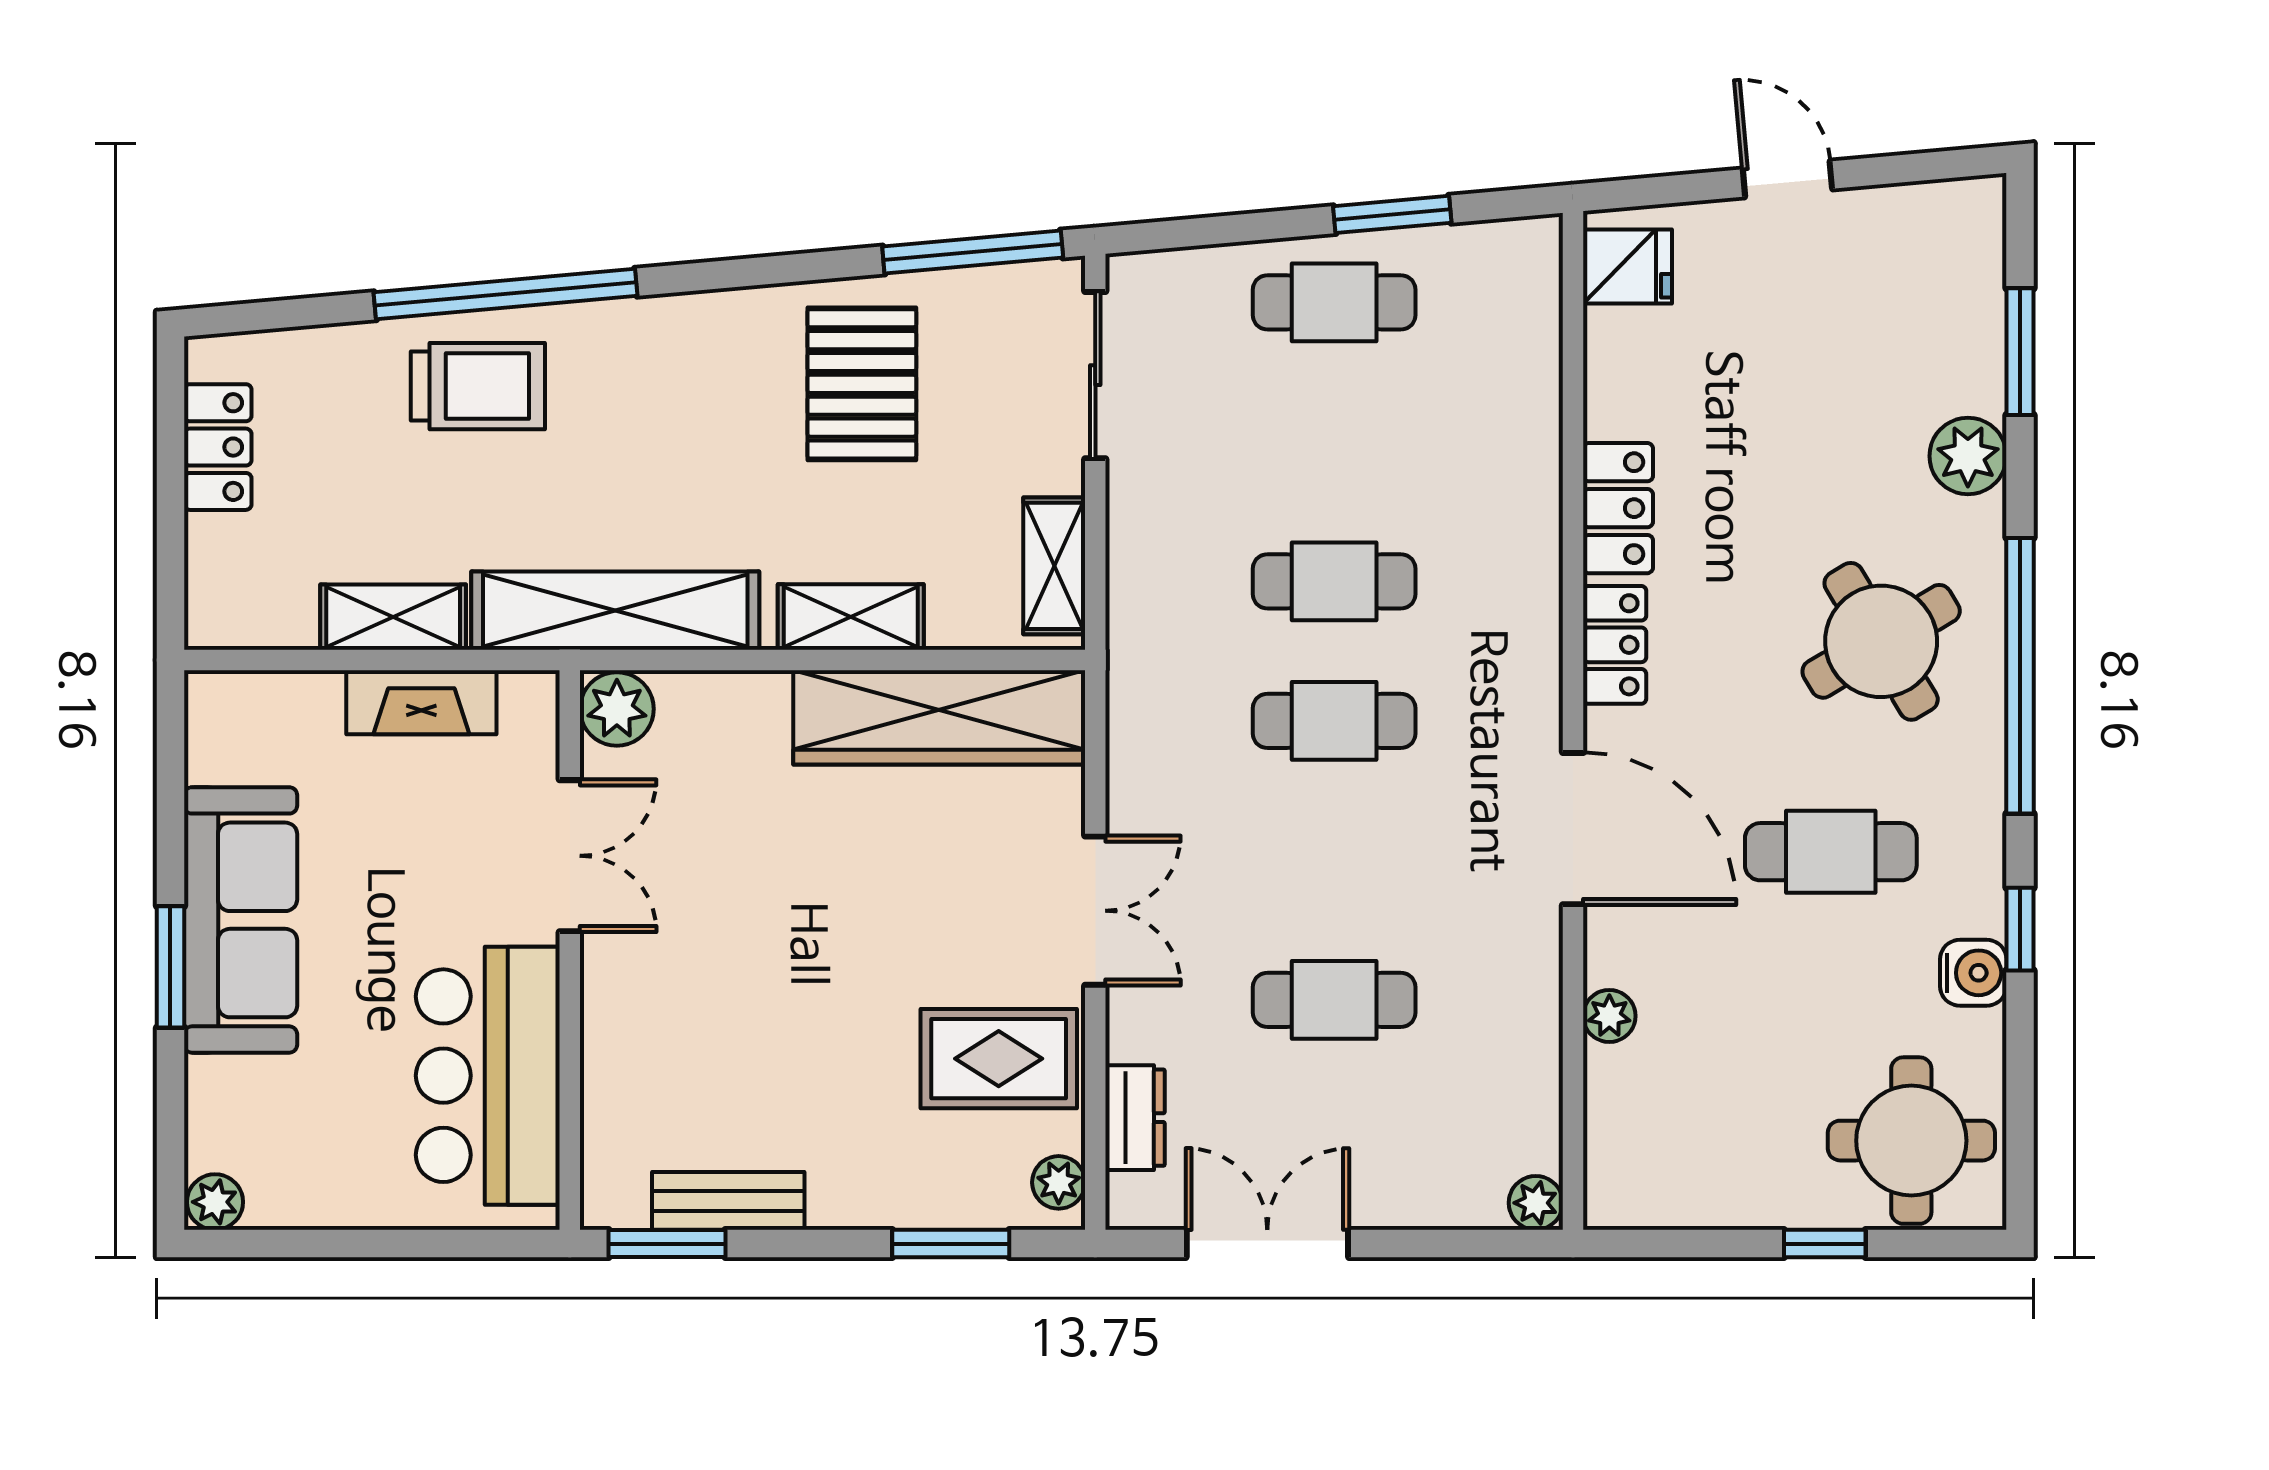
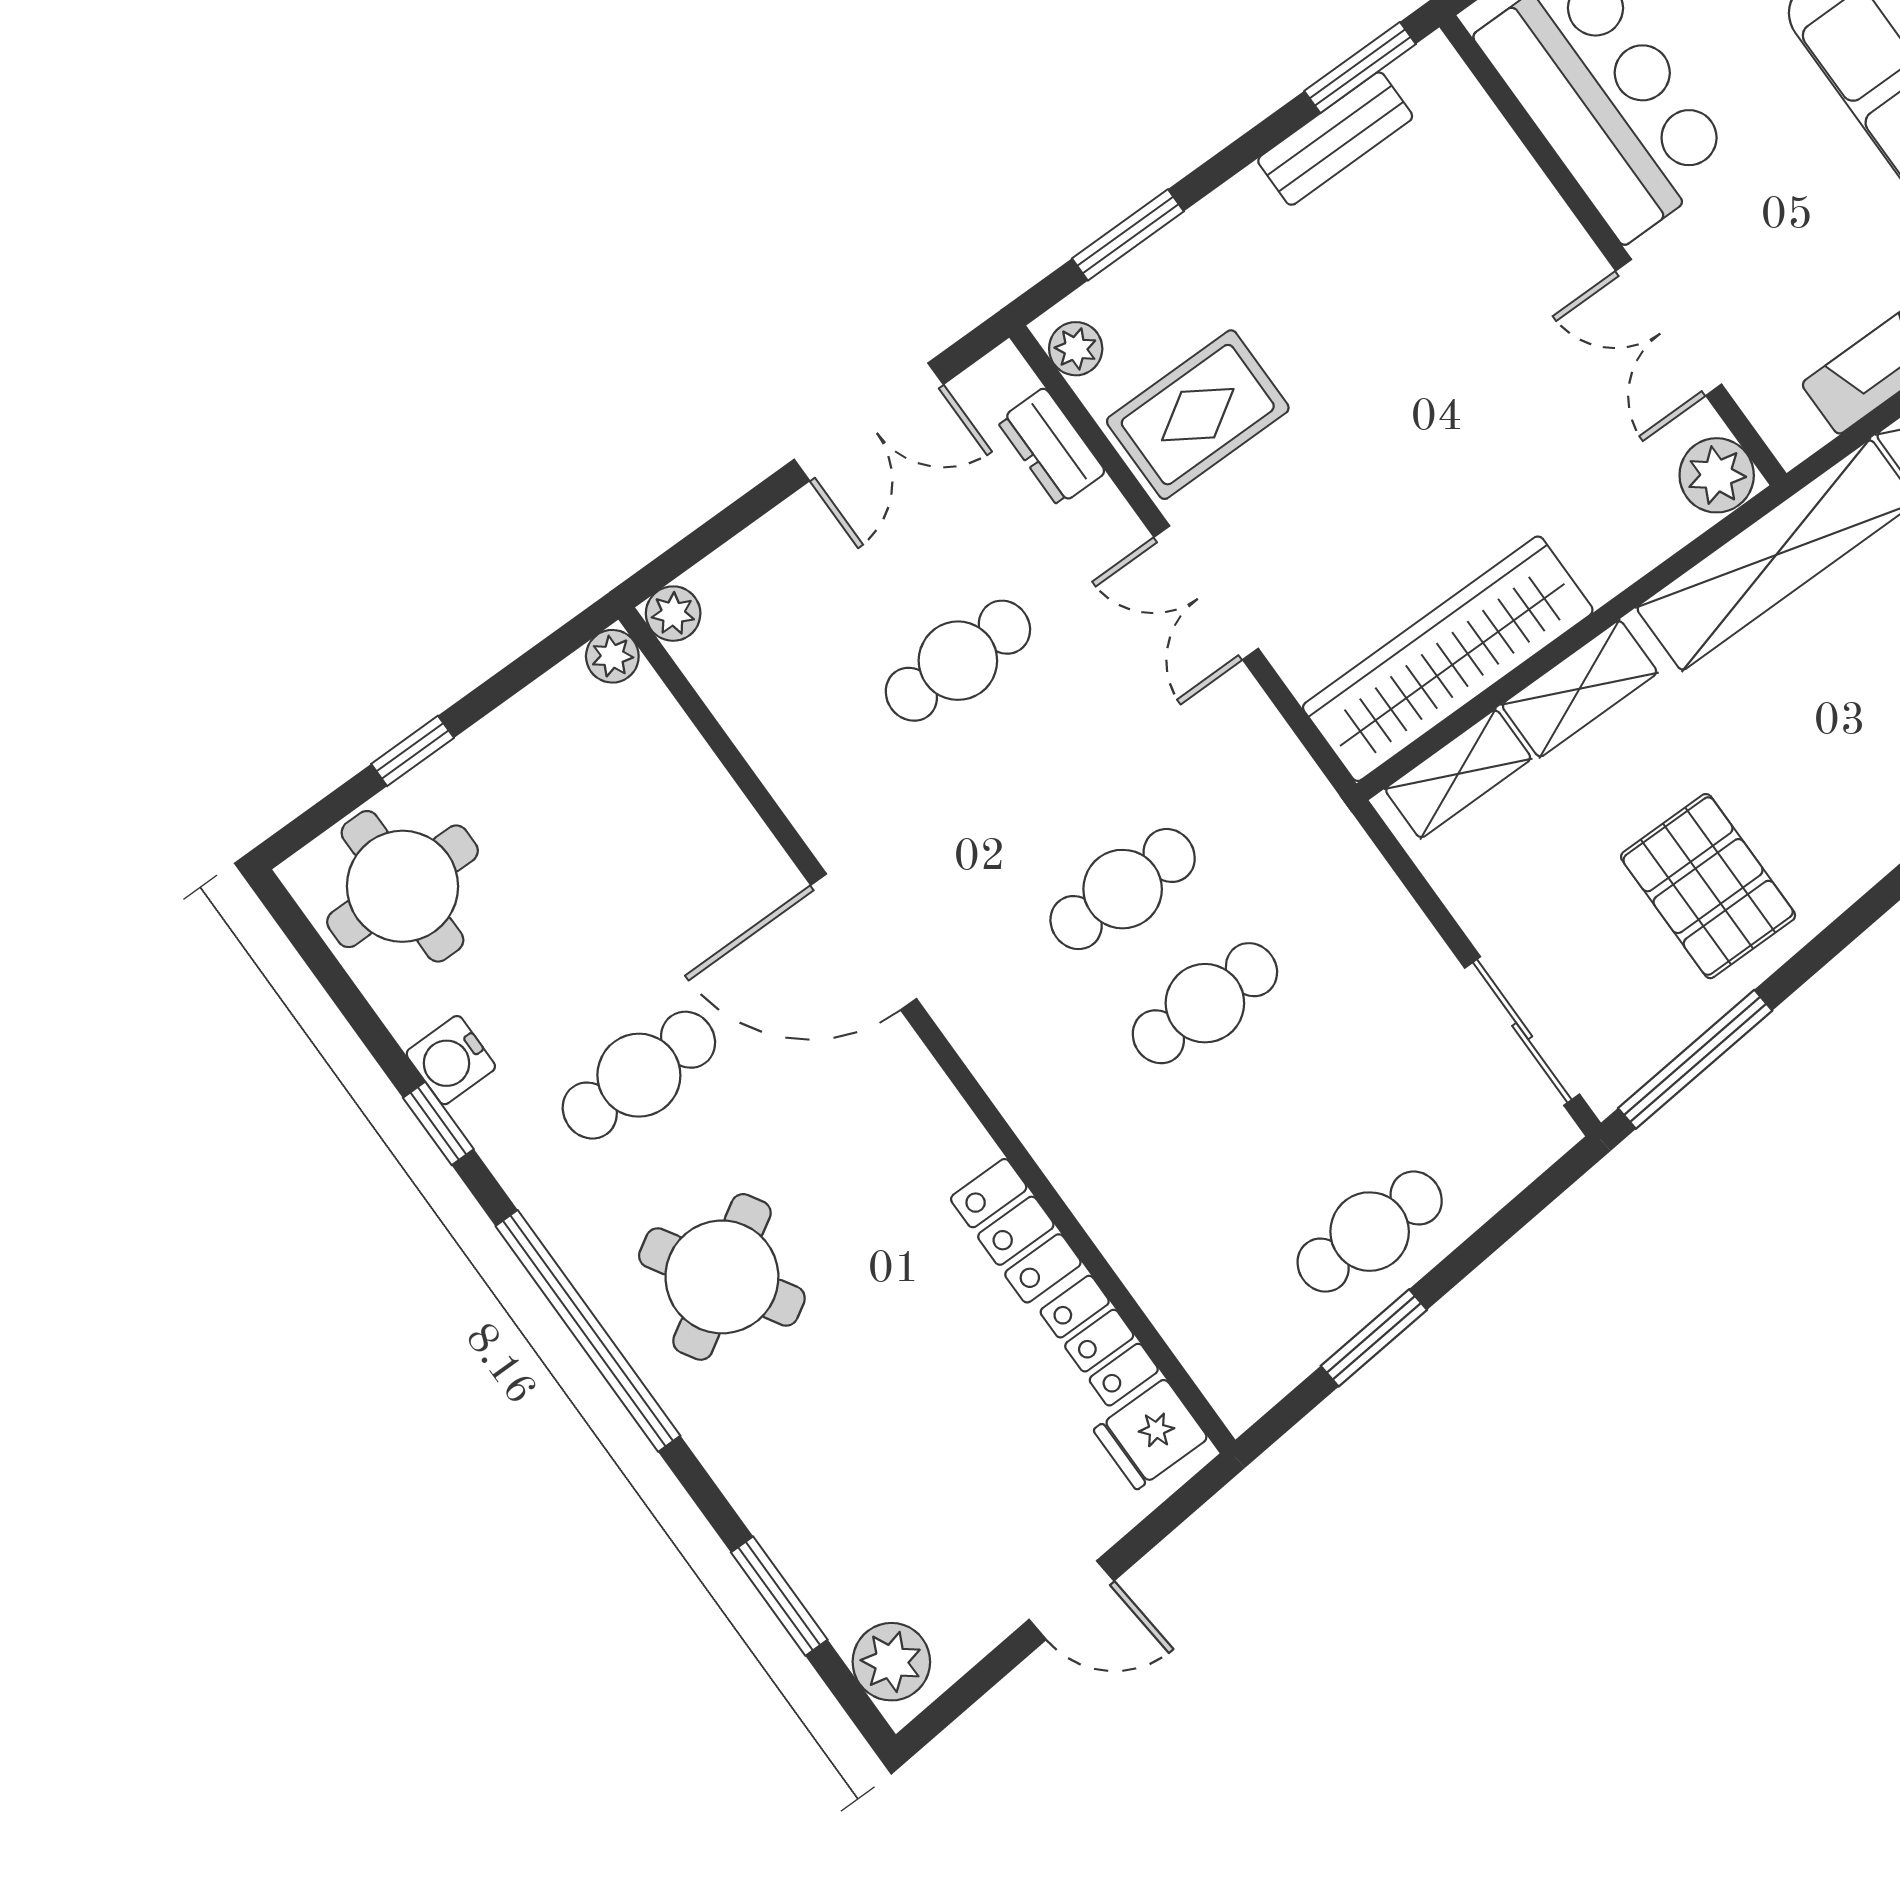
plant: (1968, 456) -> (891, 1662), moved
shelving: (1054, 566) -> (1458, 774), moved, turned 90
locker: (1615, 645) -> (1099, 1341), moved
plant: (1609, 1016) -> (612, 656), moved

